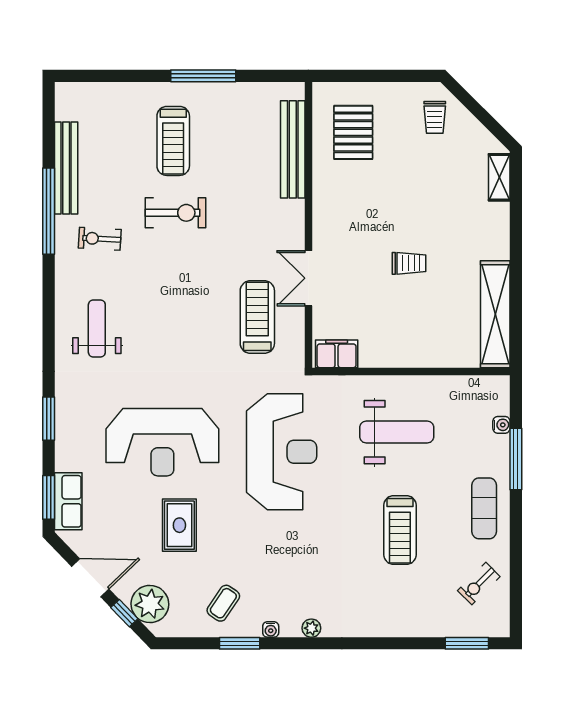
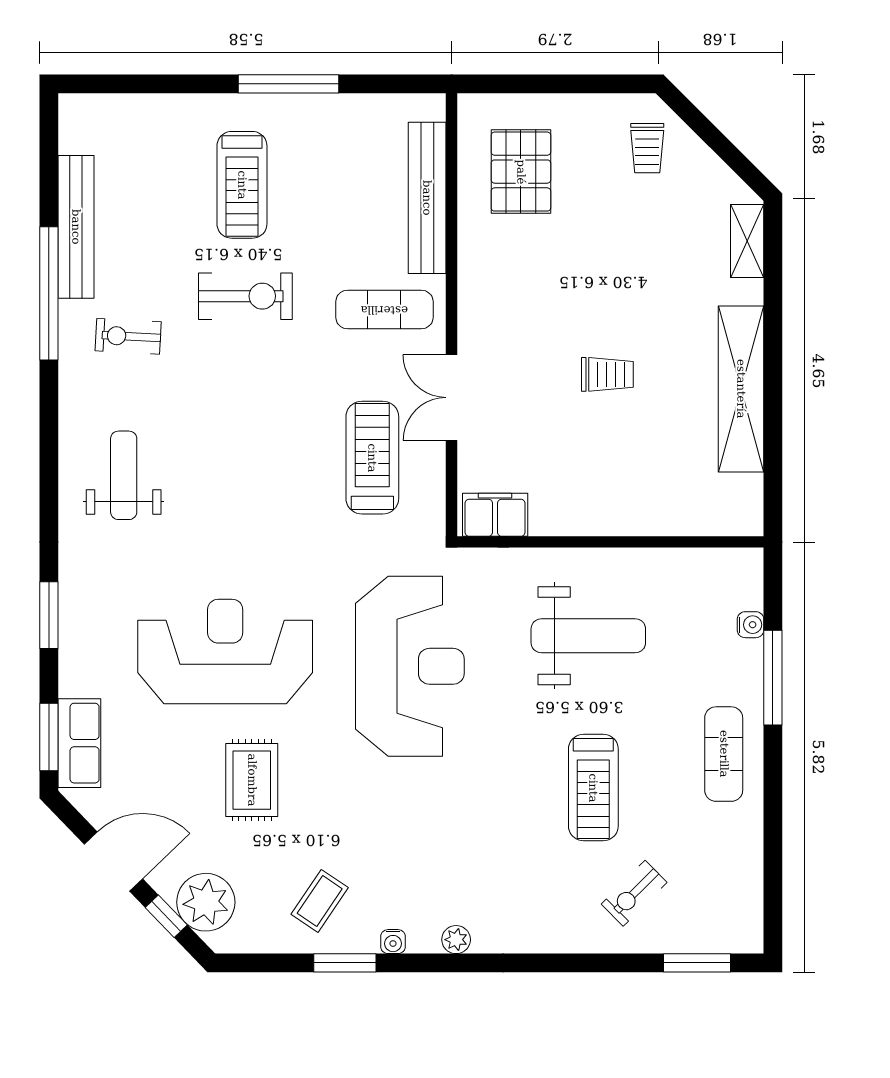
exercise mat: (265, 221) -> (384, 310), added
shelving: (495, 314) -> (741, 389), moved
reception desk: (162, 442) -> (225, 652), turned 180
exercise bike: (479, 584) -> (634, 893), moved

